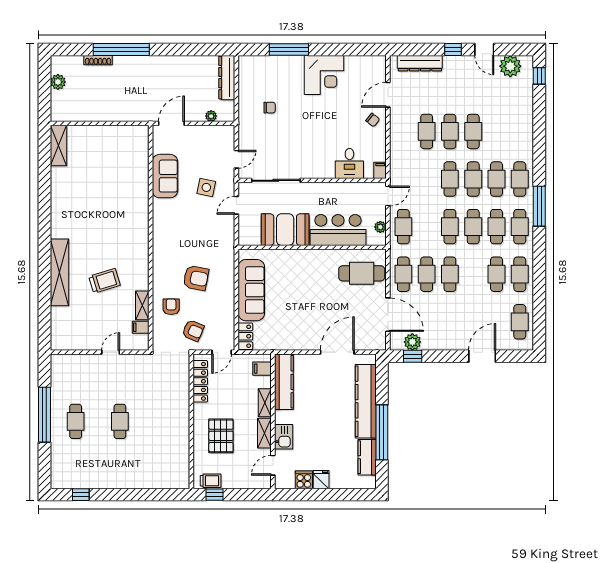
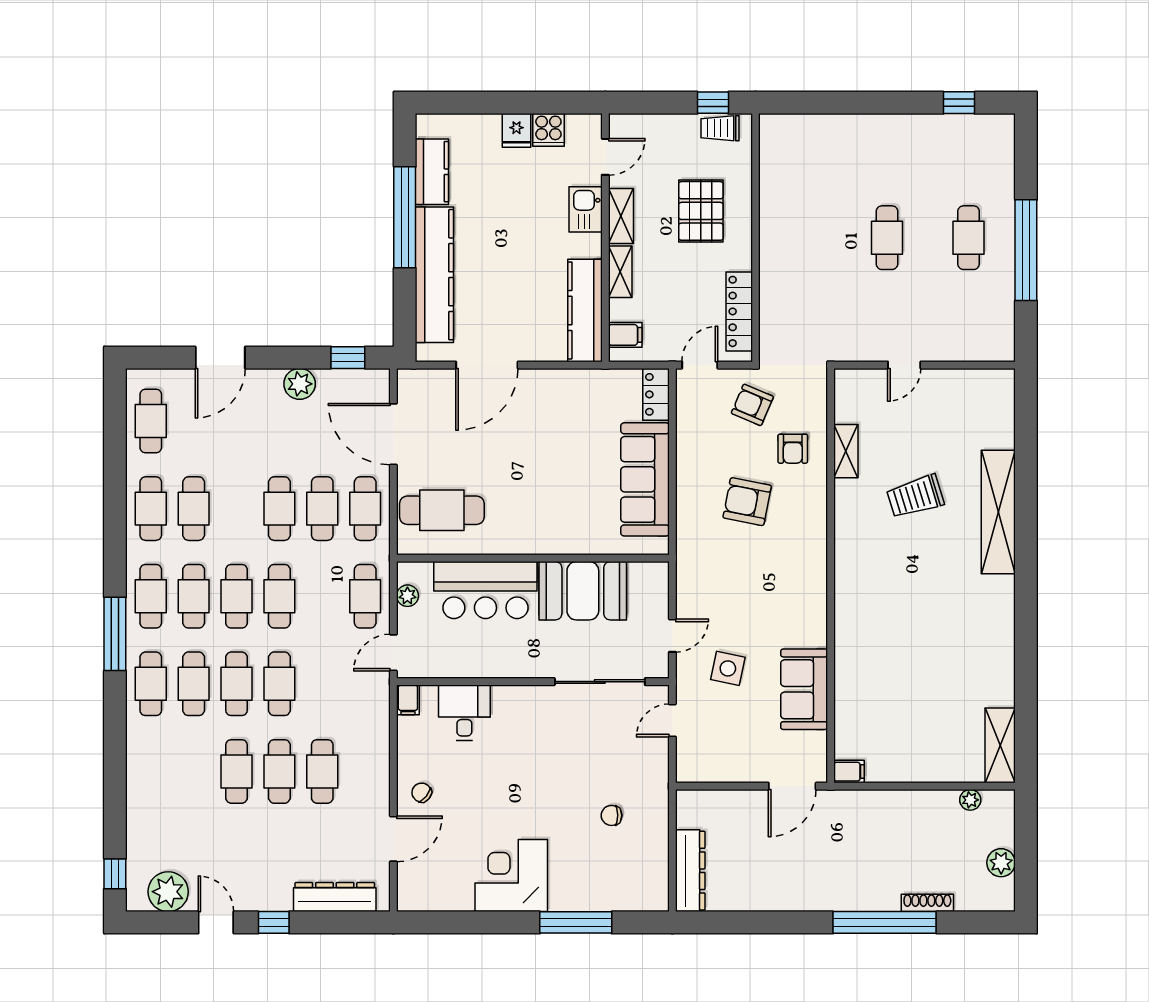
plant: (211, 116) -> (970, 800), moved
filing cabinet: (141, 327) -> (849, 772), moved
plant: (412, 342) -> (300, 384), moved

